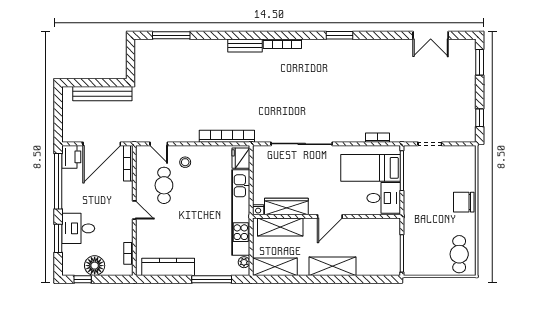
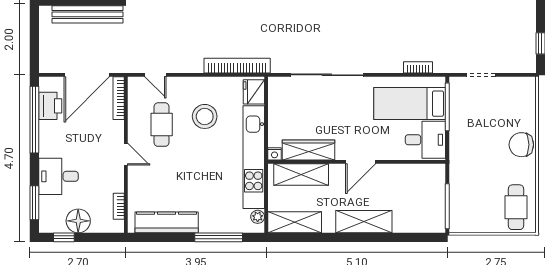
printer: (71, 157) -> (50, 106), moved
stool: (185, 162) -> (205, 116), moved, width x1.89, depth x1.89
window: (58, 238) -> (34, 203), moved

